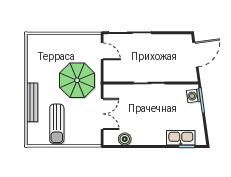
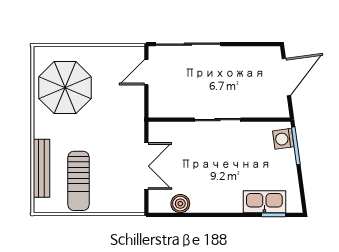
door: (102, 51) -> (146, 72), swing flipped
parasol: (77, 80) -> (65, 88), moved
bench: (32, 102) -> (41, 168), moved

